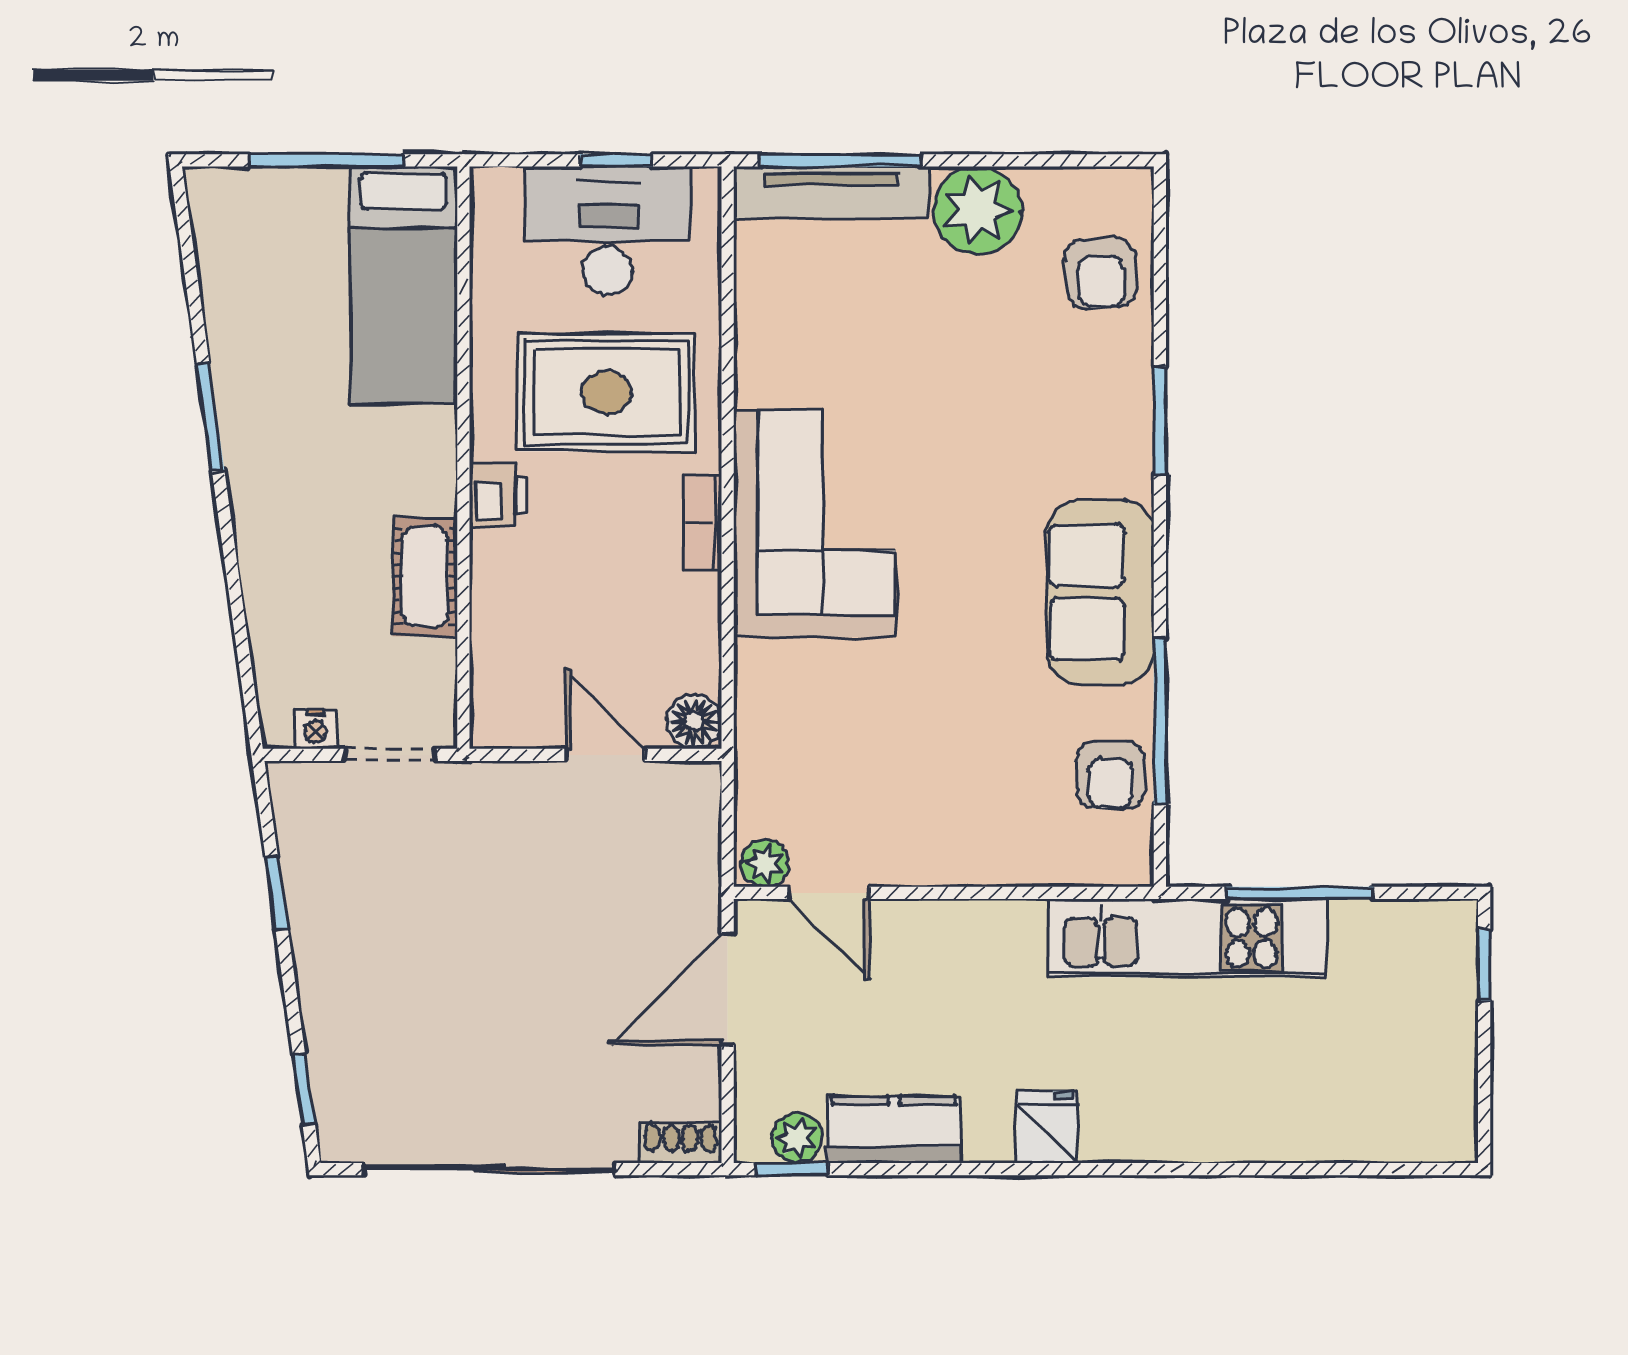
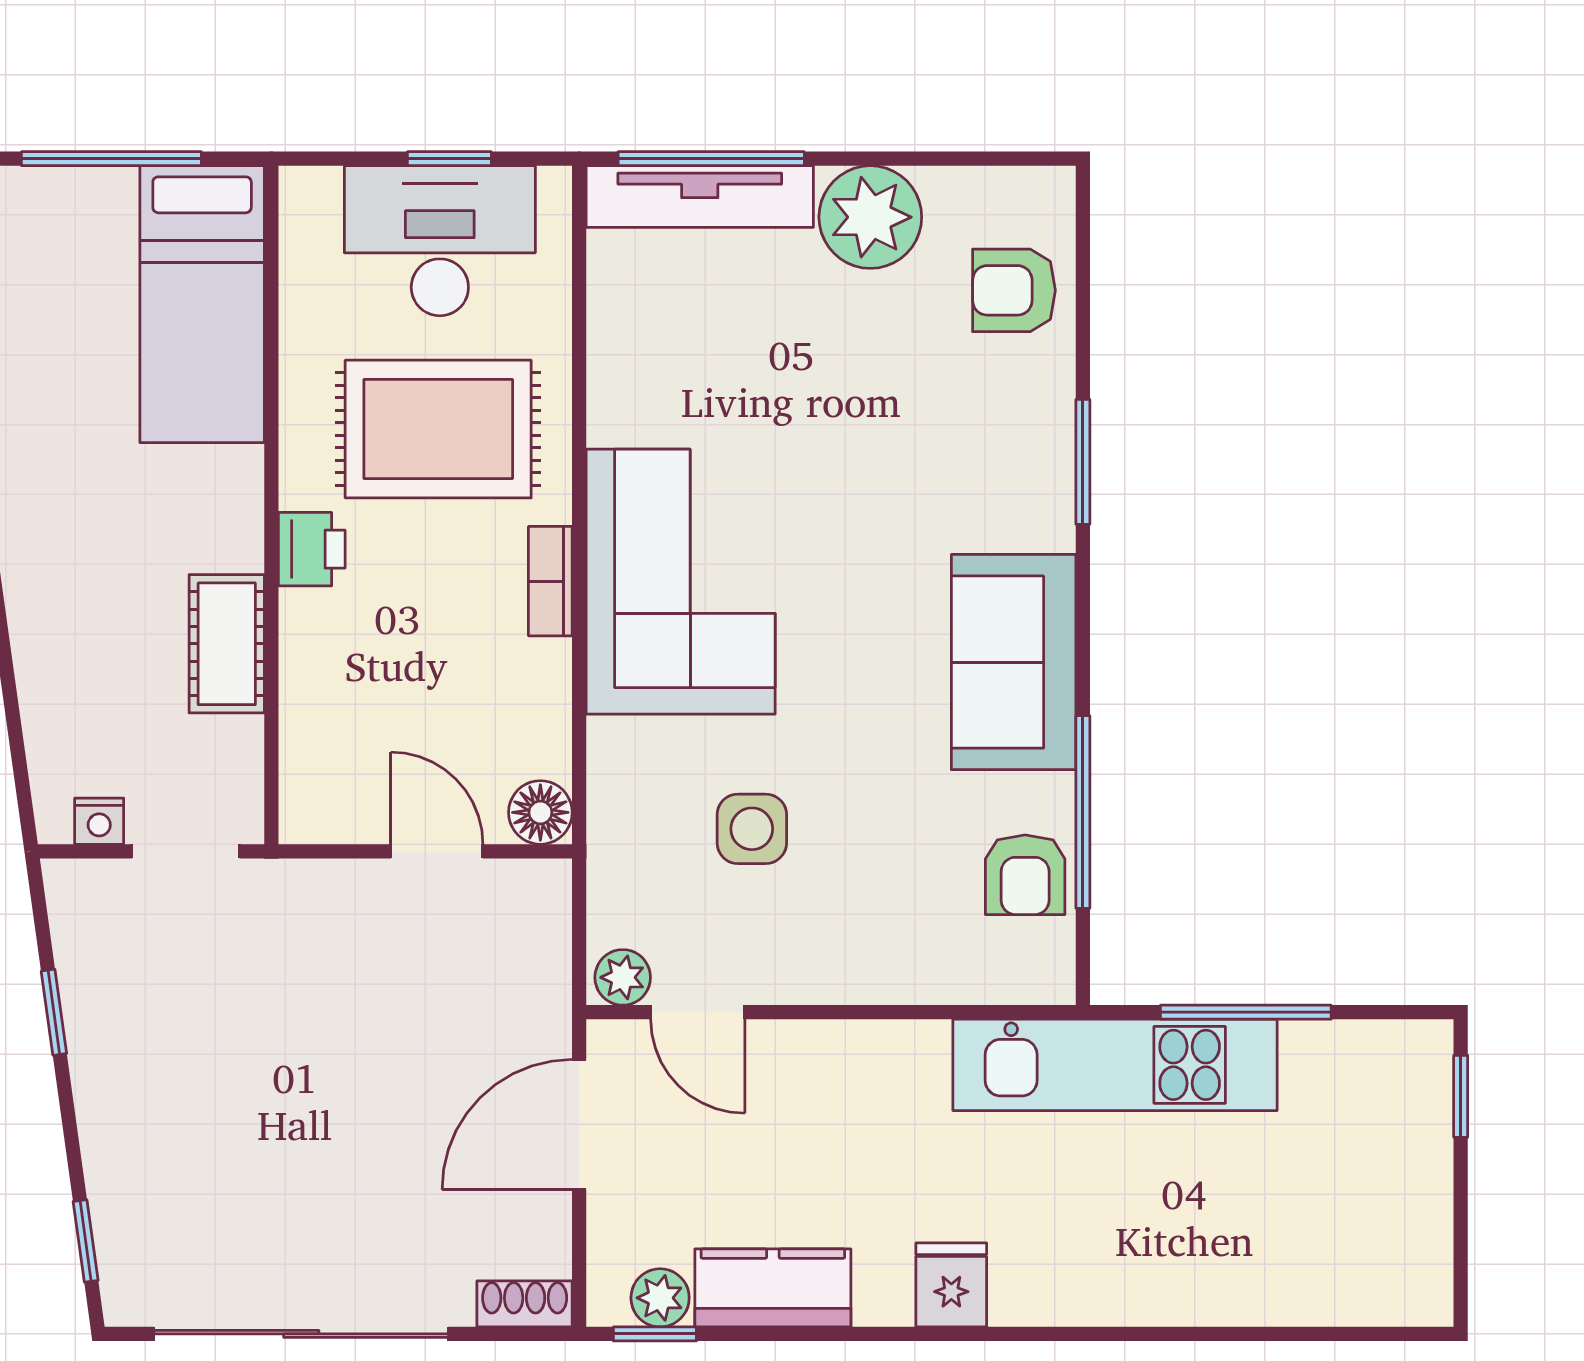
armchair: (1101, 273) -> (1014, 290), turned 93
side table: (876, 735) -> (752, 829), added

